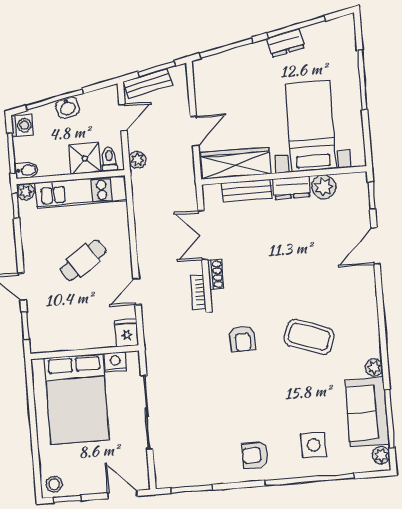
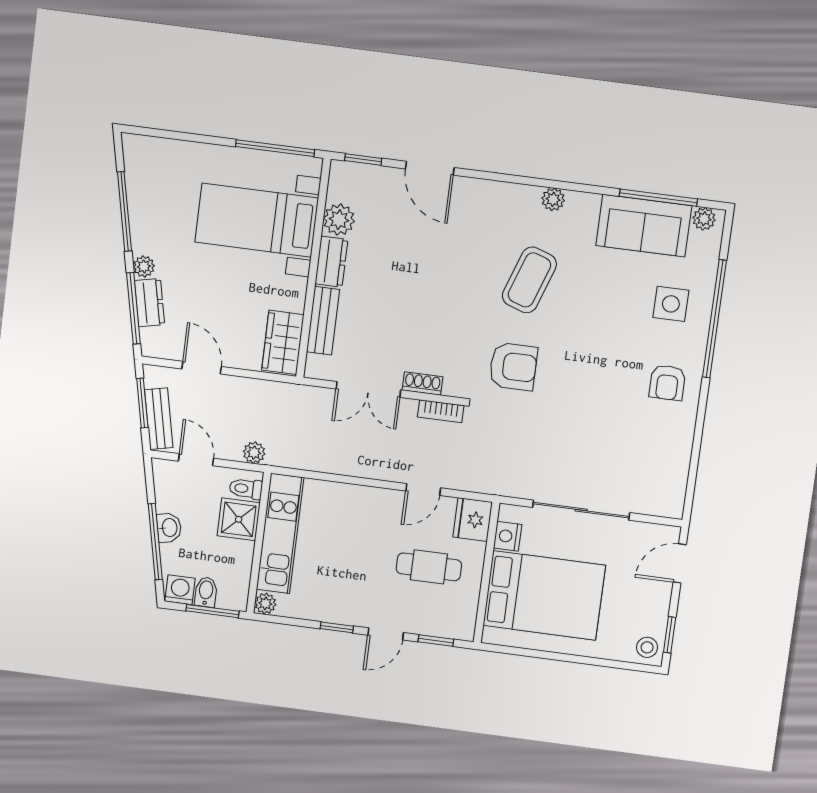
dresser: (286, 43) -> (149, 303), moved
plant: (259, 49) -> (144, 266), added
window: (362, 80) -> (275, 148), moved
door: (195, 131) -> (202, 368), moved
wardrobe: (236, 163) -> (283, 342), width x0.67
bidet: (27, 170) -> (206, 592), moved
window: (16, 206) -> (337, 627), moved
cafe table: (83, 260) -> (429, 567), moved, turned -56
door: (137, 292) -> (423, 489), hinge flipped
fridge: (127, 333) -> (473, 520), width x1.38
armchair: (243, 339) -> (513, 367), width x1.38, depth x1.38
plant: (374, 367) -> (553, 199), moved
window: (192, 489) -> (693, 474), removed

